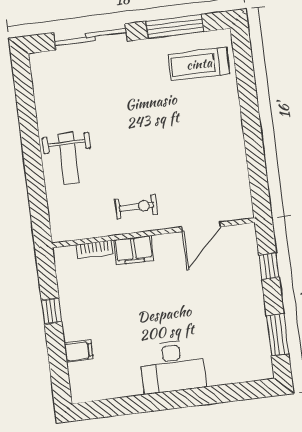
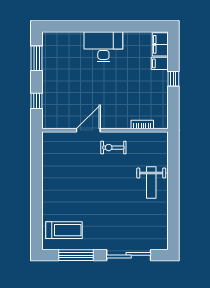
weight bench: (68, 158) -> (151, 182), turned 180
door: (201, 227) -> (88, 130), moved
filing cabinet: (134, 250) -> (160, 44), moved, turned -90
window: (52, 311) -> (173, 79), moved

